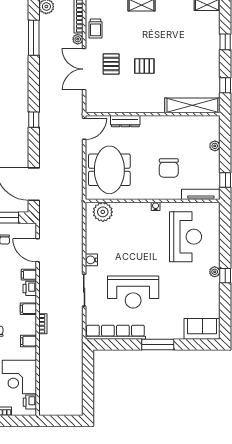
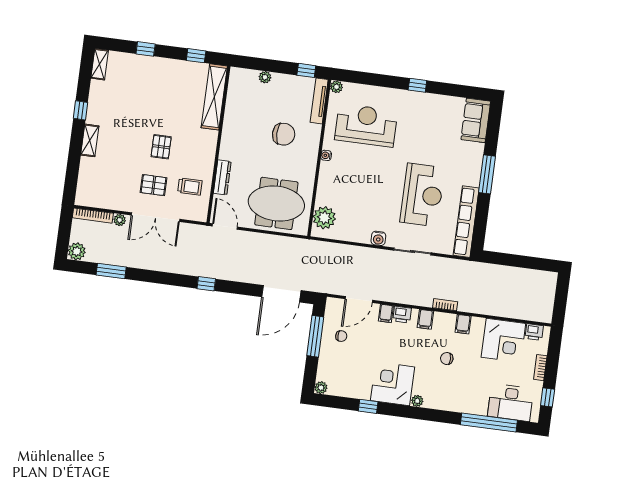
trolley: (96, 29) -> (190, 187), moved
window: (34, 38) -> (111, 271), width x0.69
plant: (215, 272) -> (336, 87), moved

